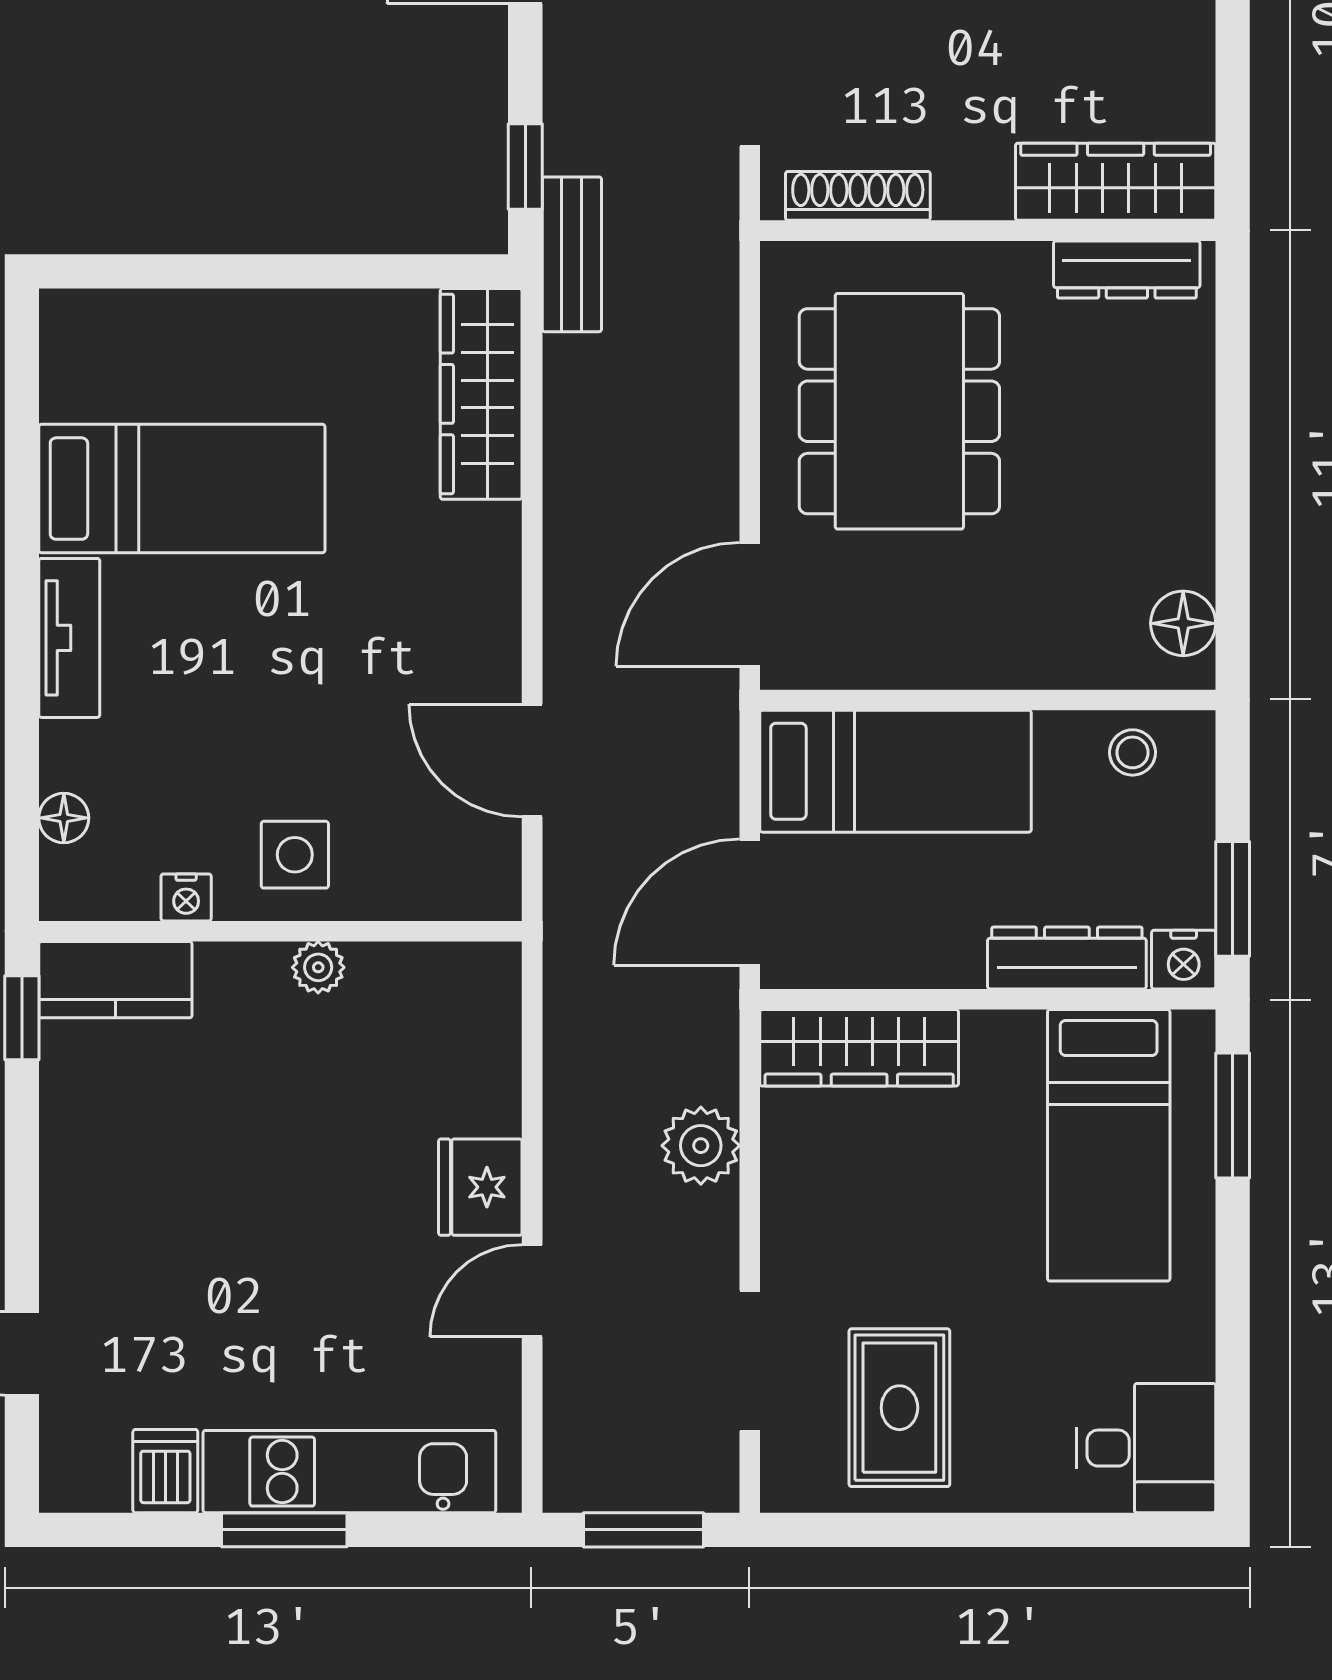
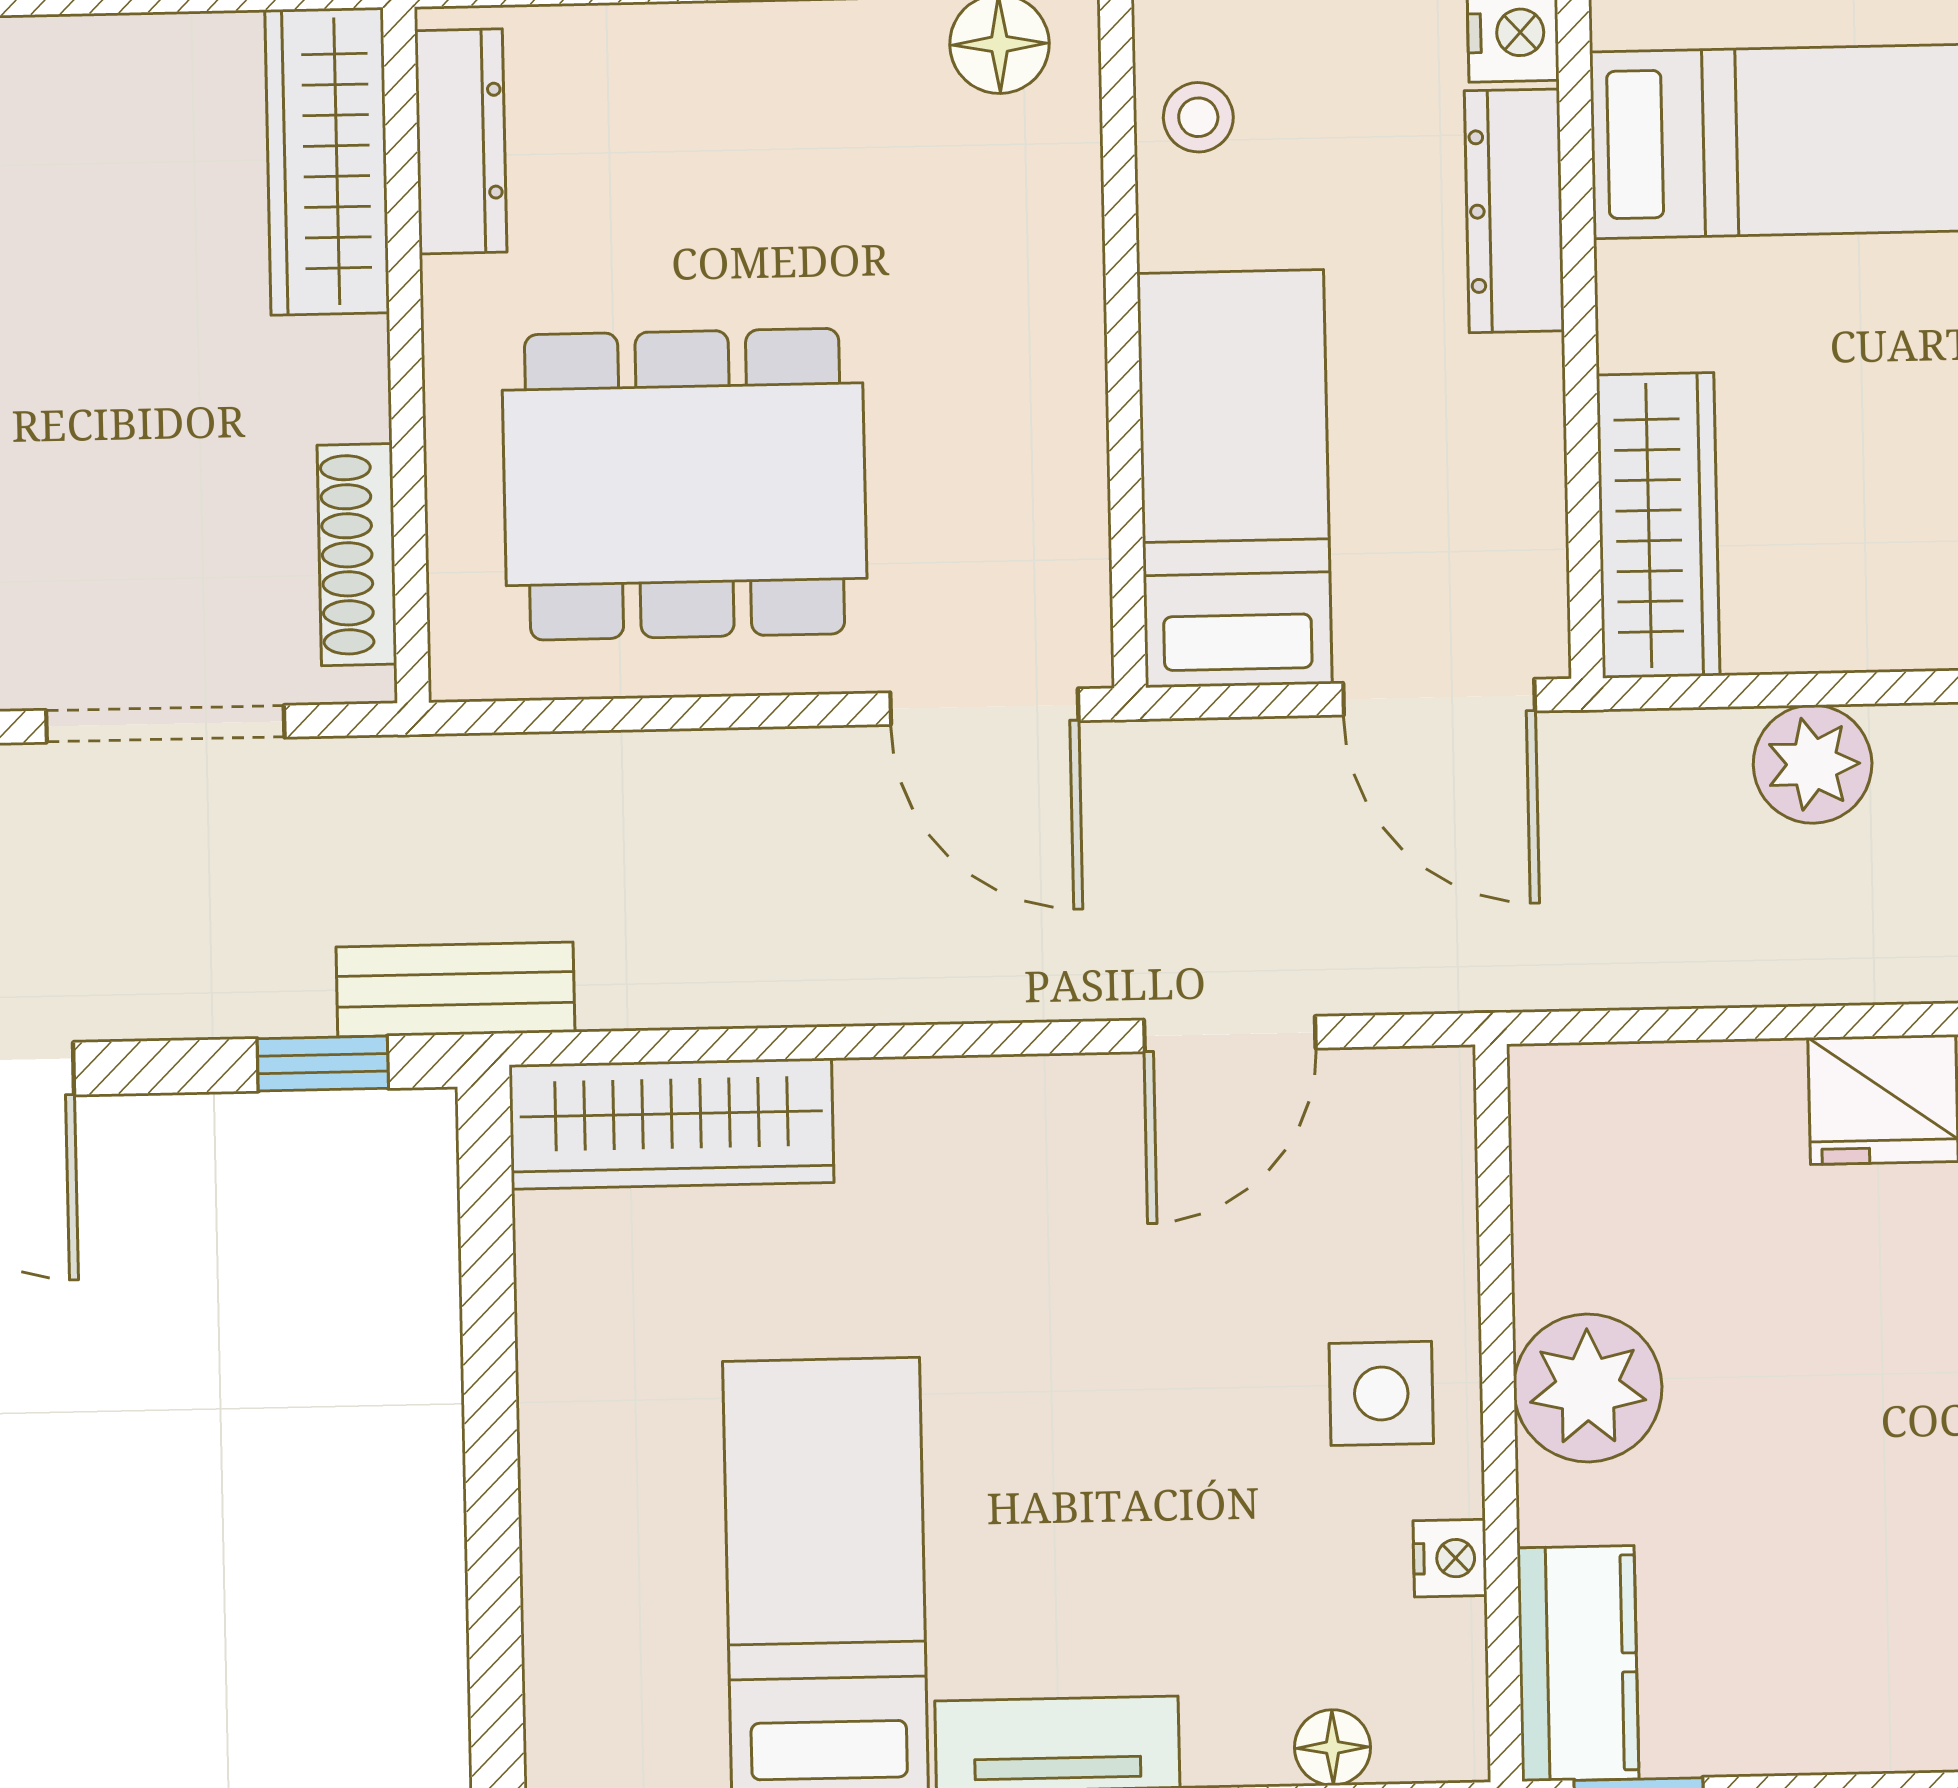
plant: (318, 967) -> (1588, 1388), width x1.88, depth x1.88

